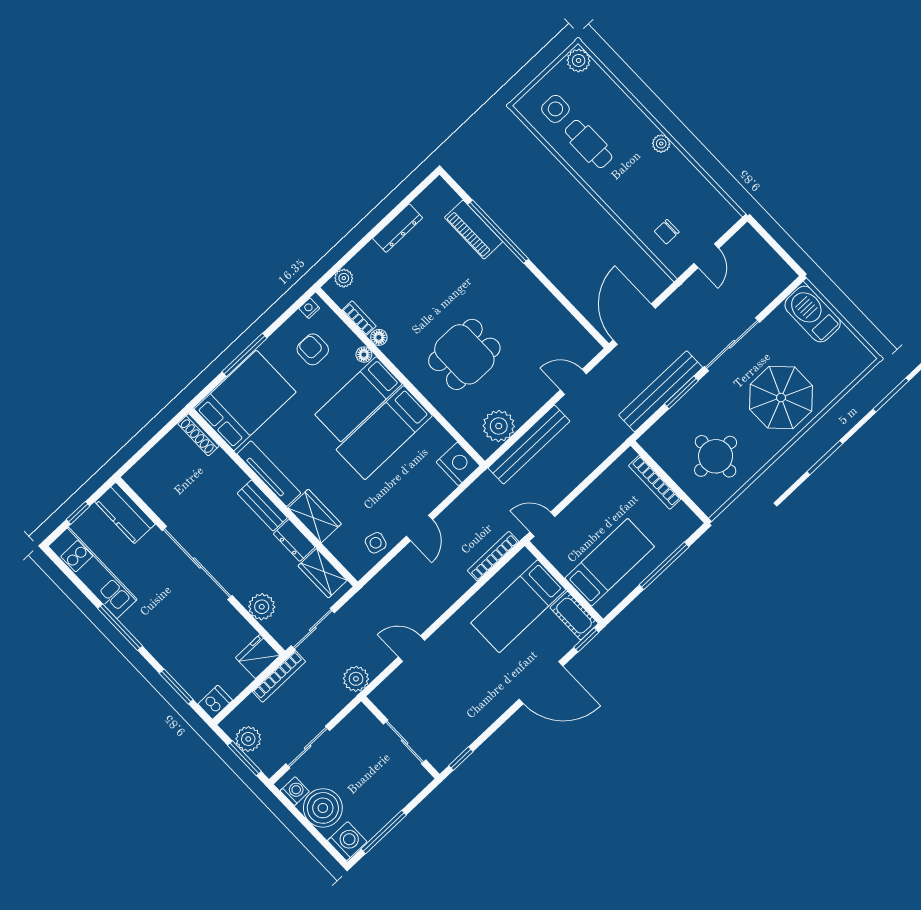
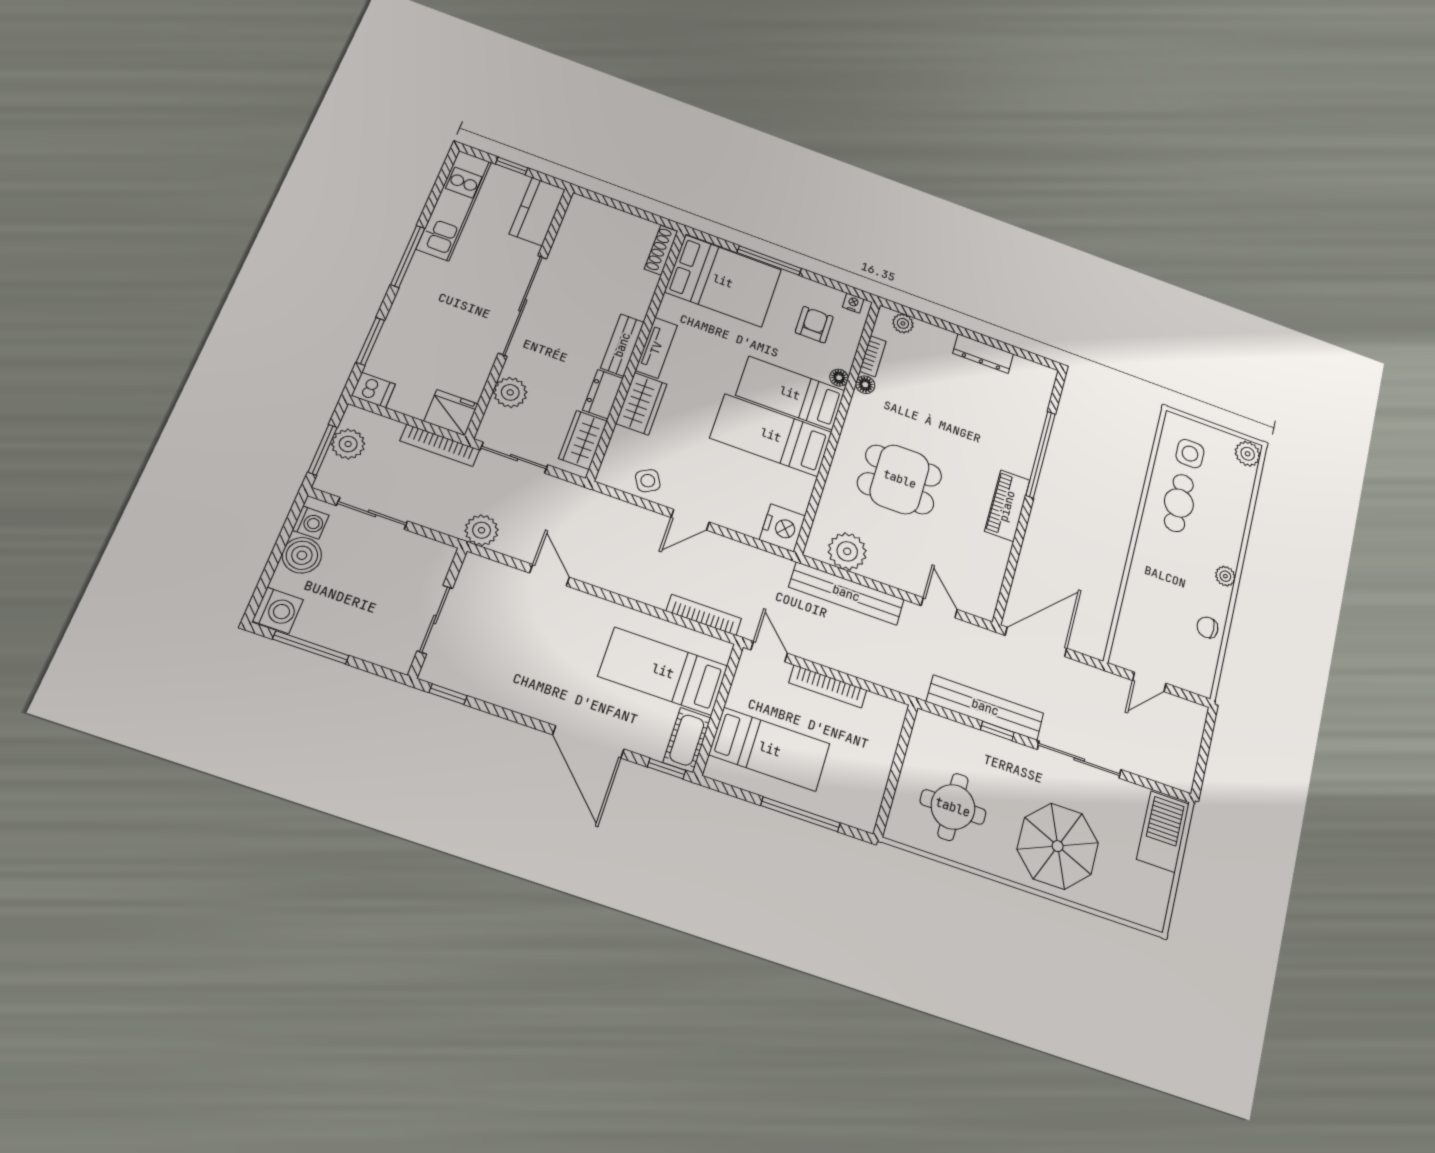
piano: (474, 230) -> (1007, 506), moved
chair: (667, 232) -> (1207, 627), moved
window: (681, 392) -> (997, 731), width x0.67
tv unit: (269, 474) -> (656, 348), width x0.71
bookcase: (655, 482) -> (828, 686), moved, turned -90
side table: (376, 543) -> (648, 481), turned 45
boiler: (323, 808) -> (302, 555), width x0.73, depth x0.73

